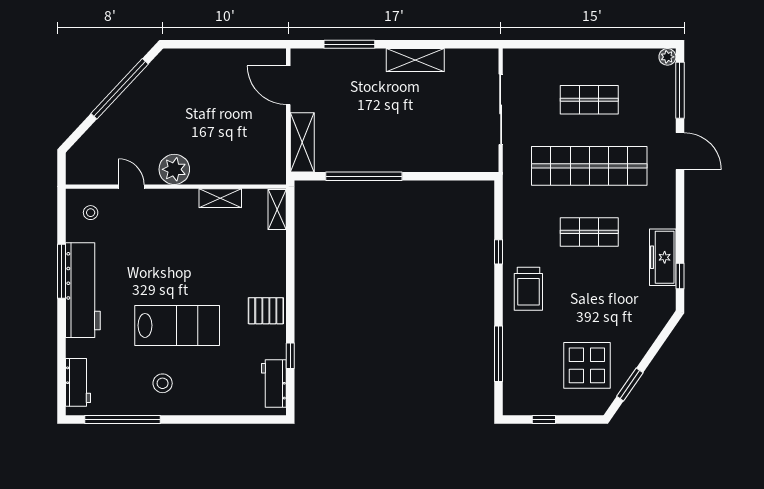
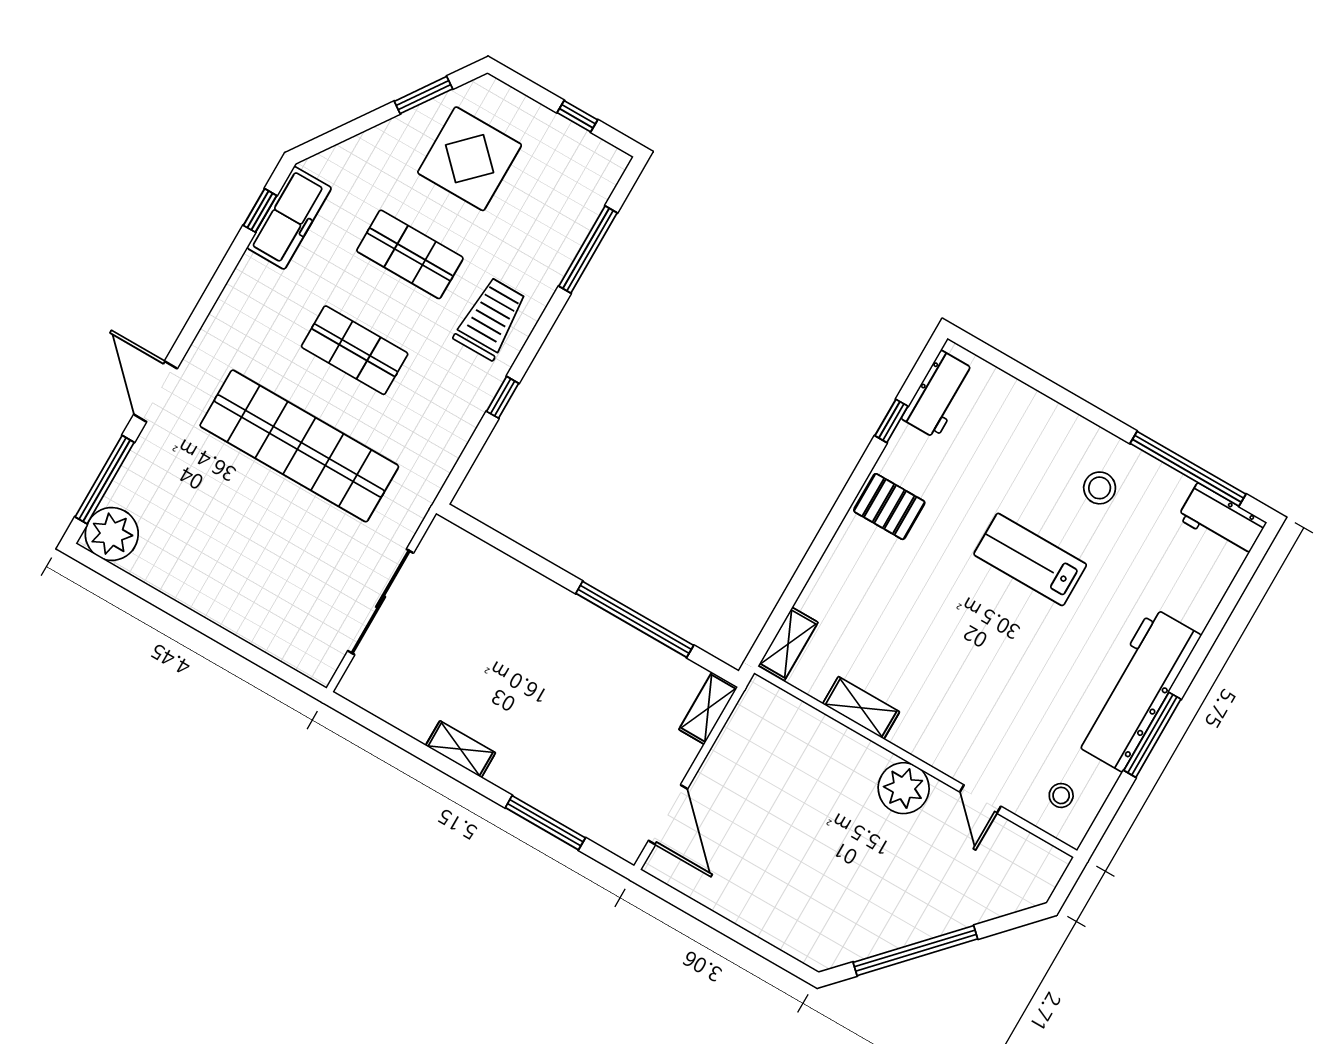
plant: (667, 57) -> (112, 534), width x1.88, depth x1.88
shelving: (415, 60) -> (461, 749), width x0.67, depth x0.75
shop shelf: (589, 100) -> (410, 254), moved
shelving: (302, 142) -> (708, 708), width x0.67, depth x0.75
freezer: (663, 257) -> (289, 218), moved
lab bench: (177, 325) -> (1030, 559), width x0.73, depth x0.72
workbench: (78, 382) -> (1222, 520), moved, turned -90

